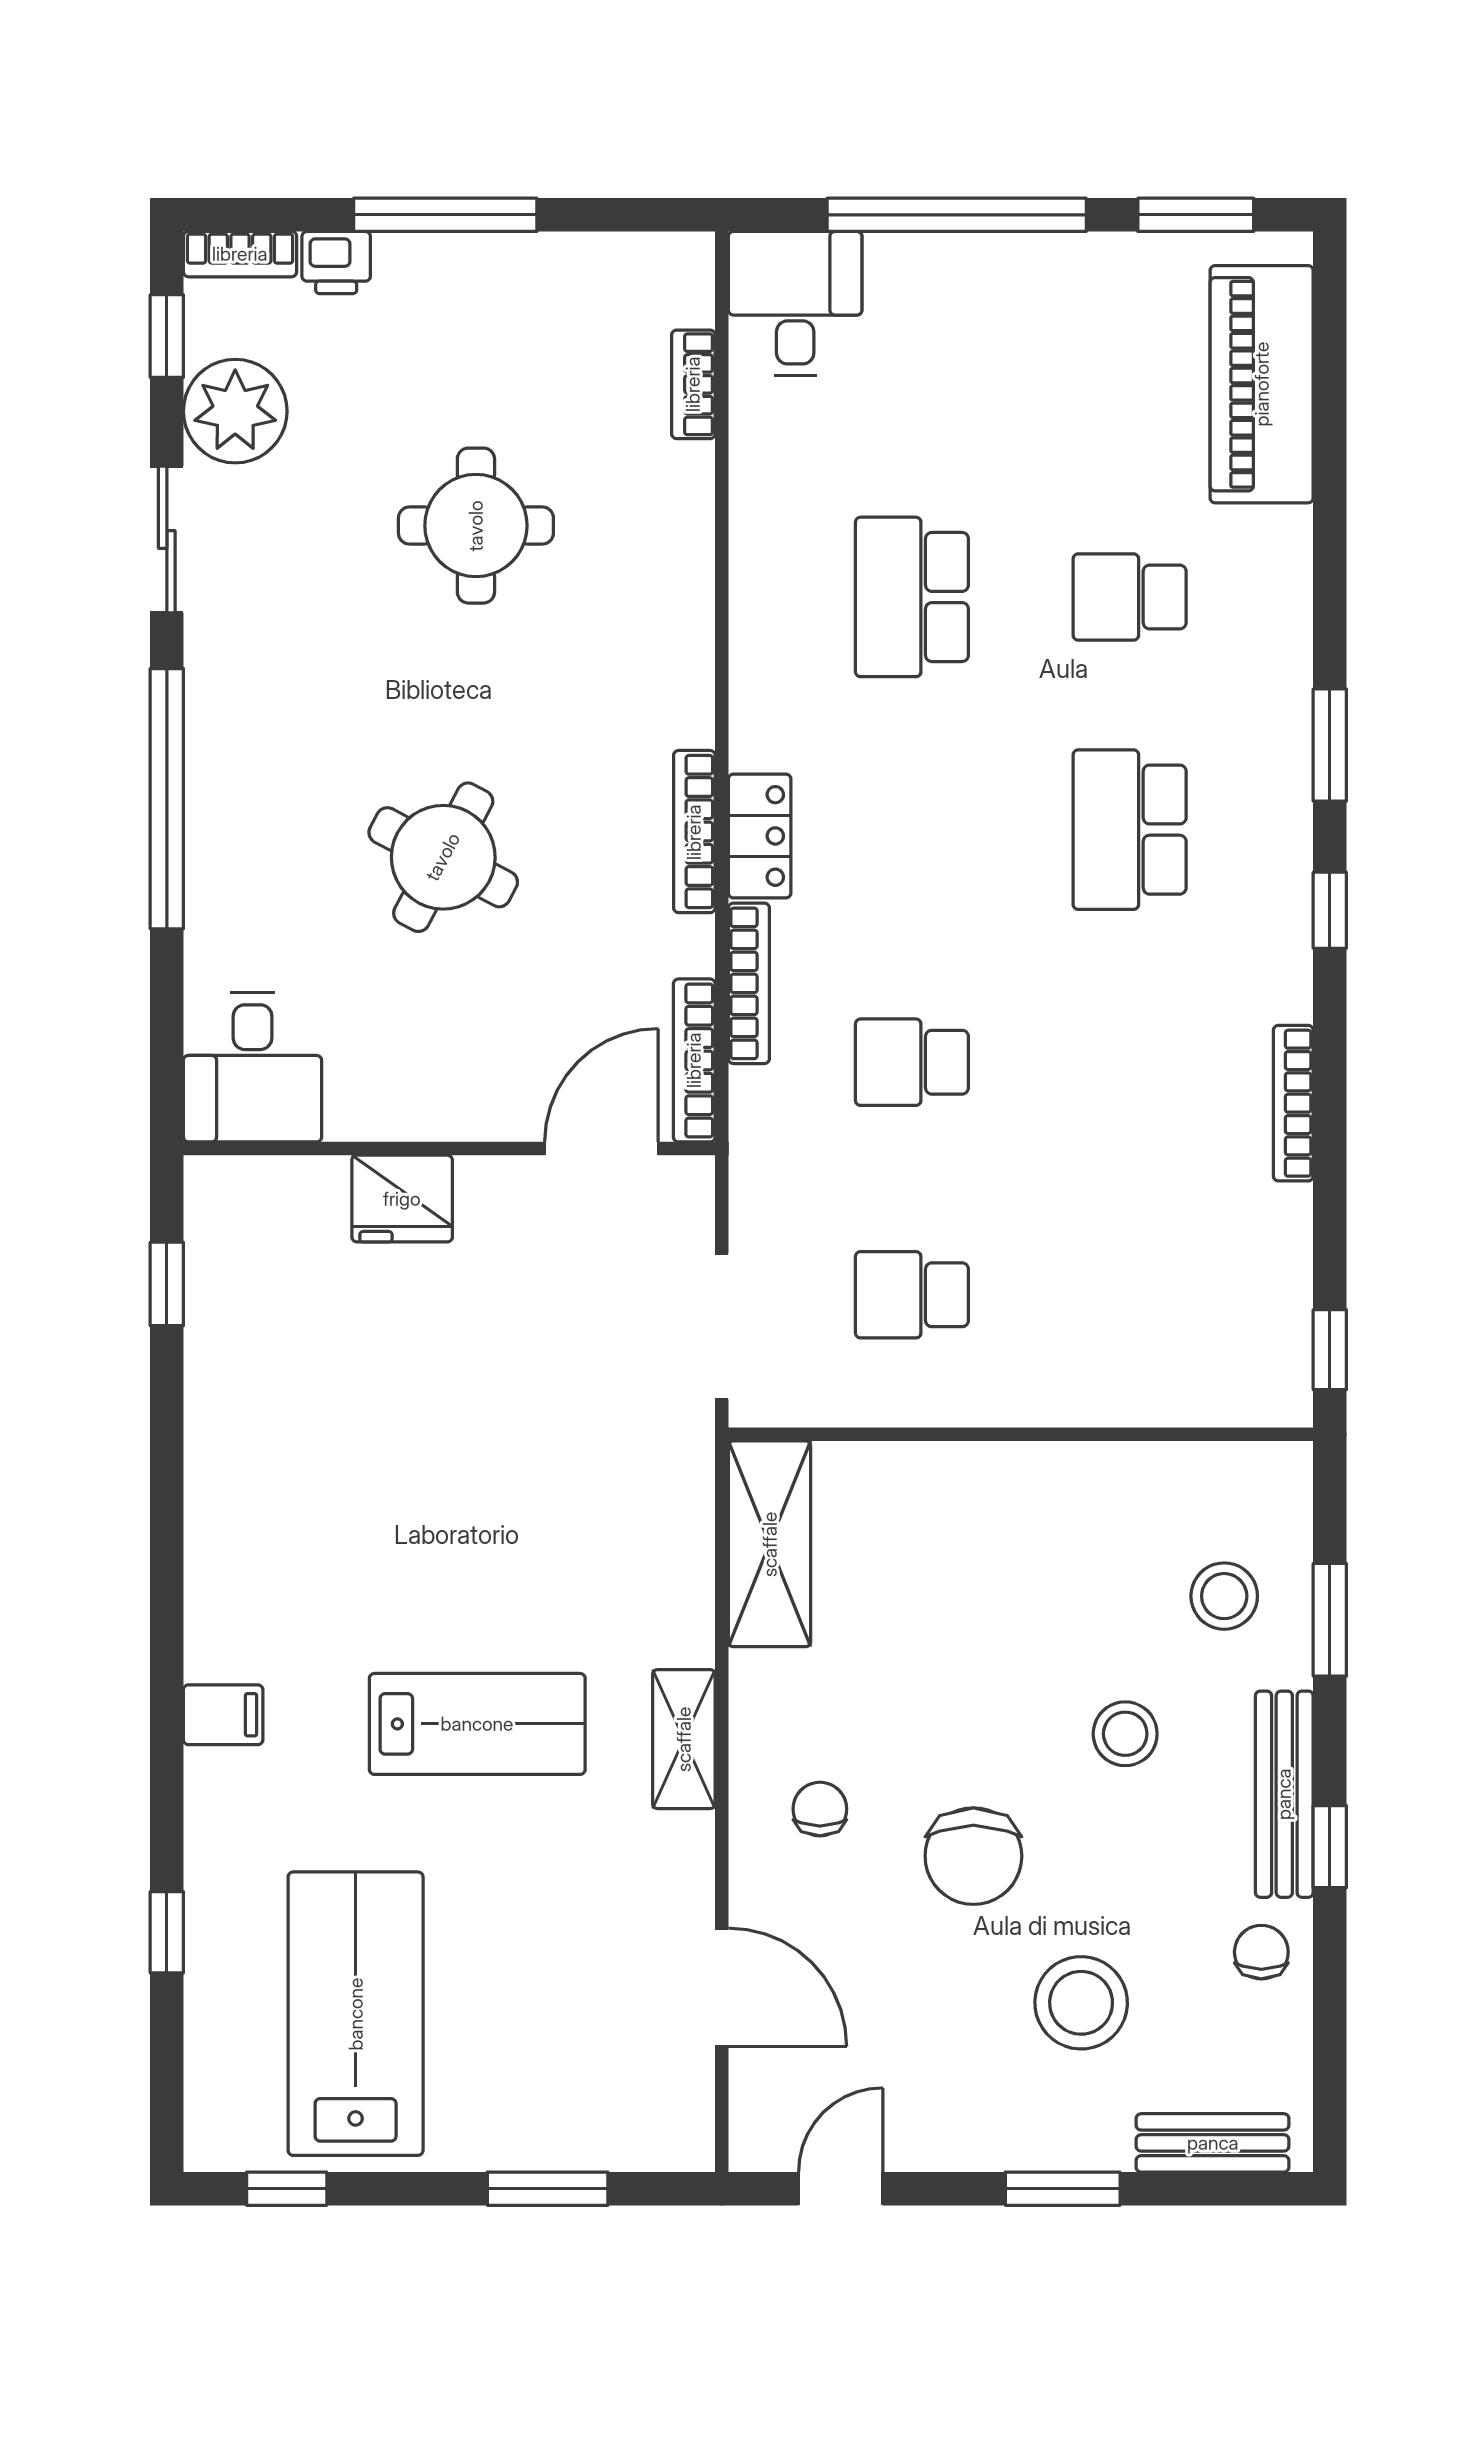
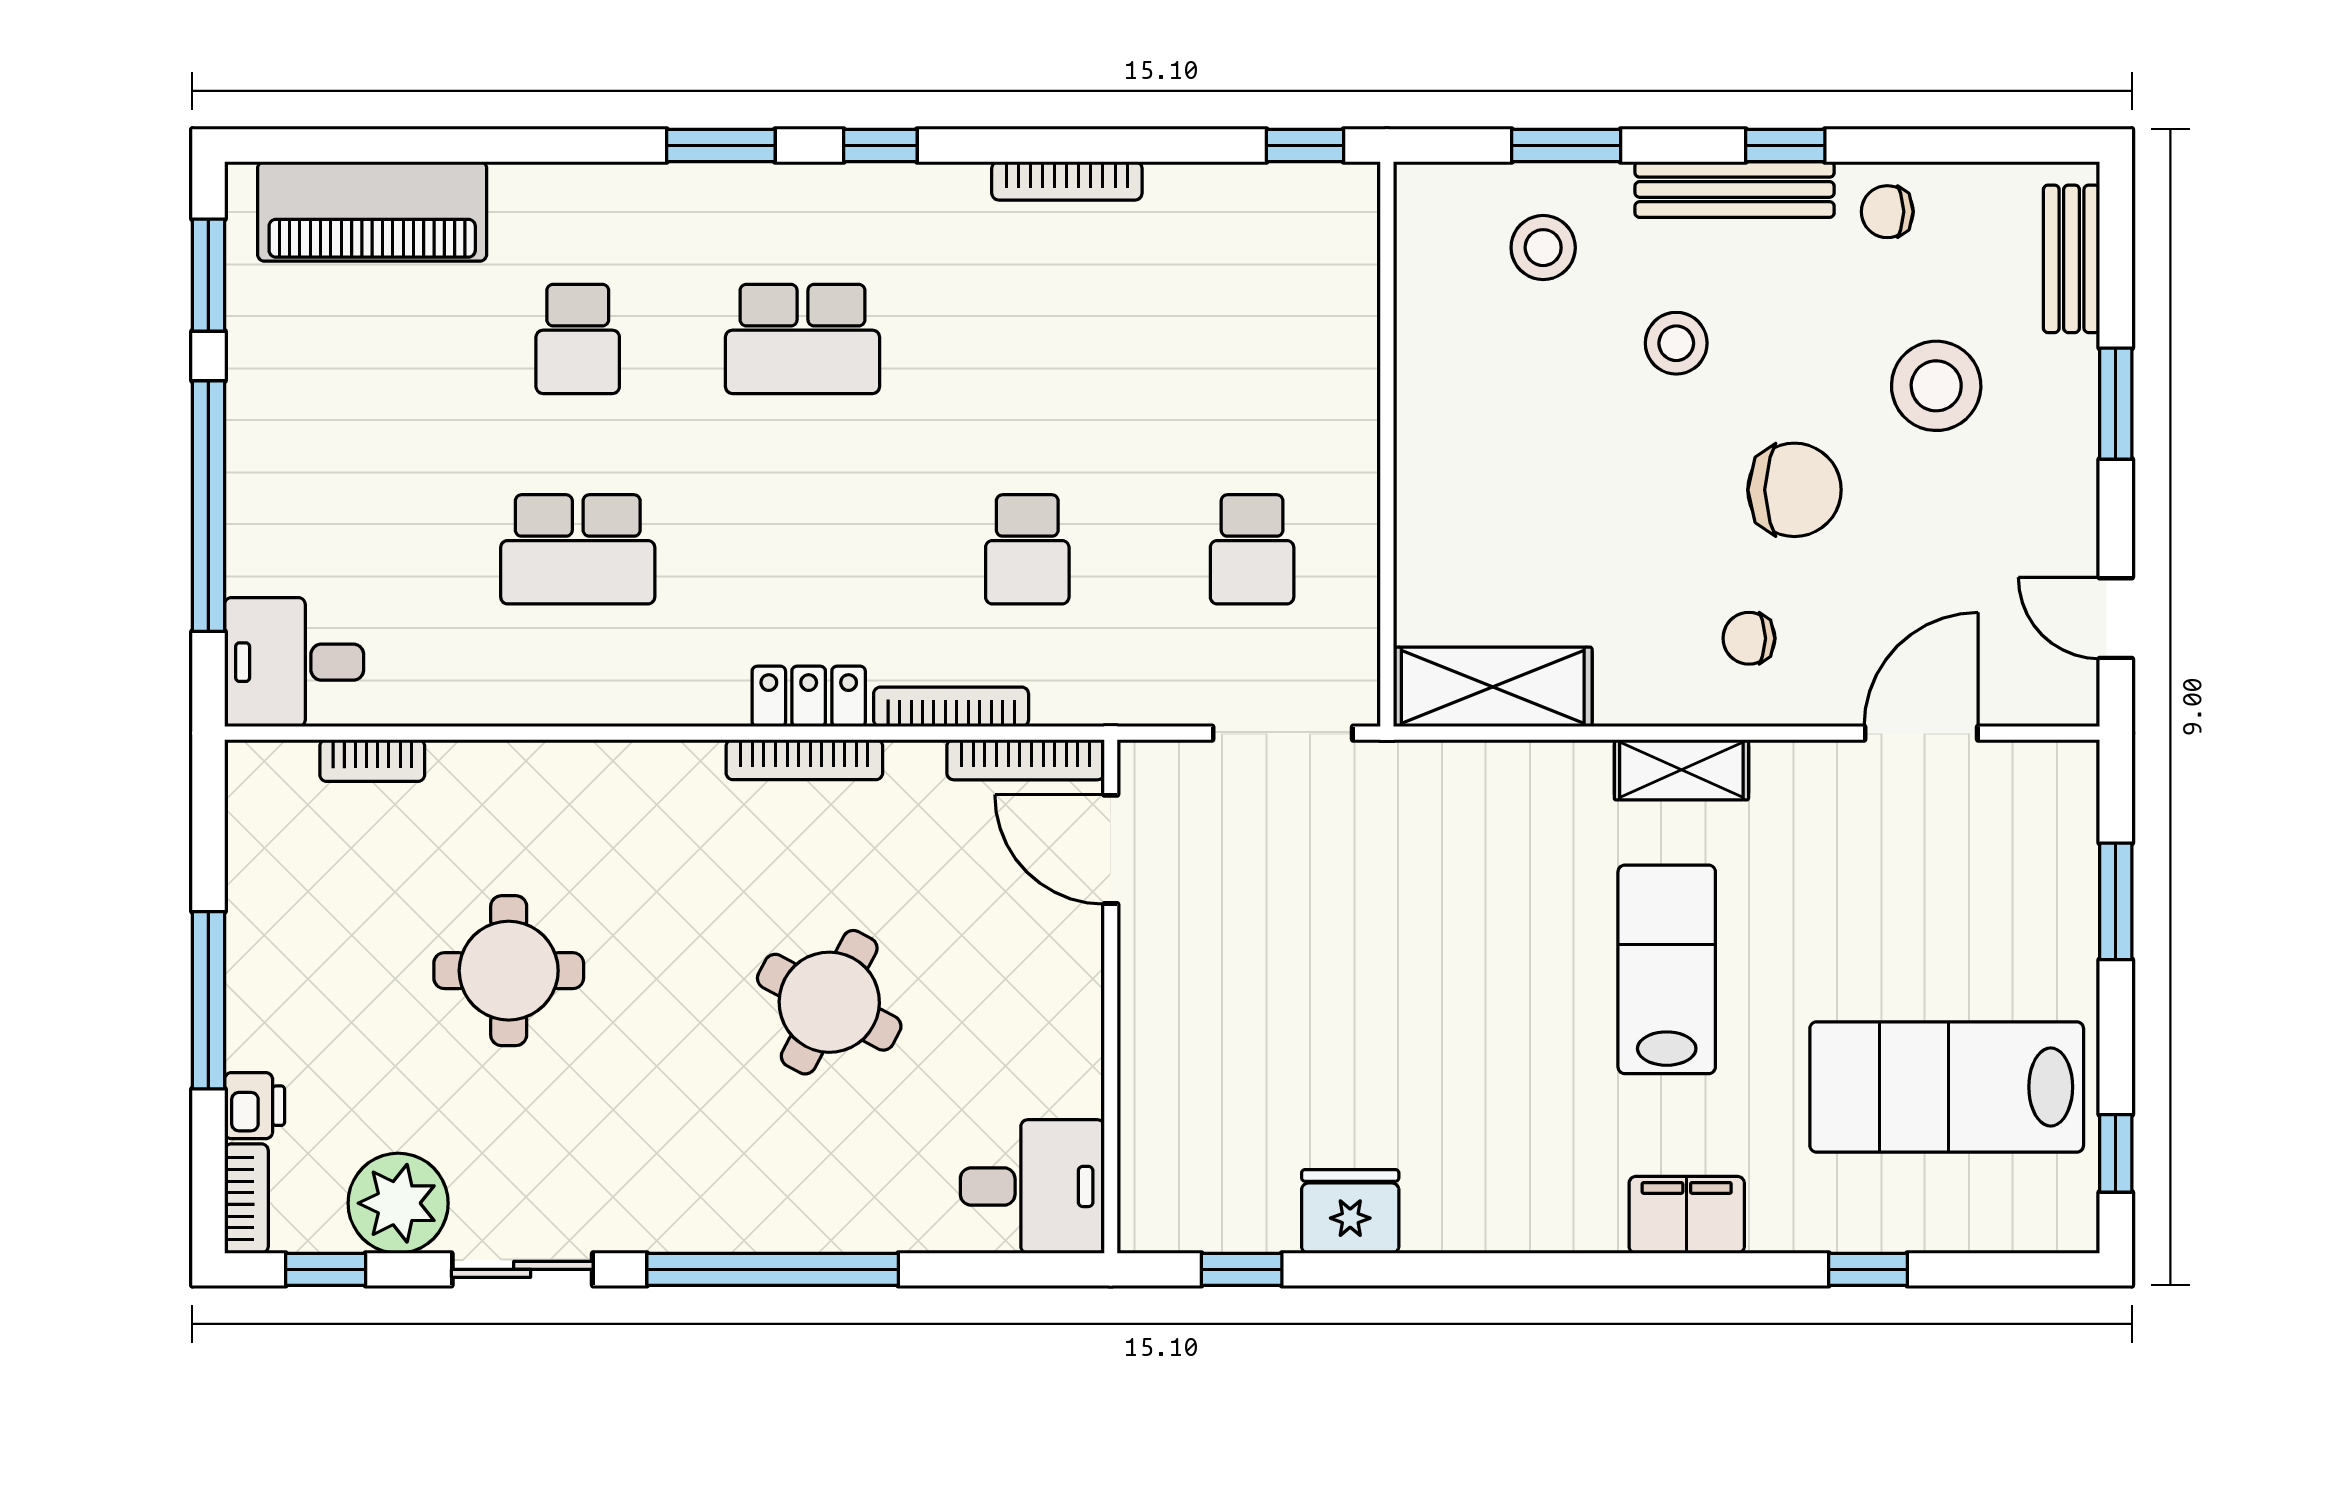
fridge: (402, 1199) -> (1350, 1211), moved, turned -90
filing cabinet: (223, 1715) -> (1687, 1215), width x2.00

